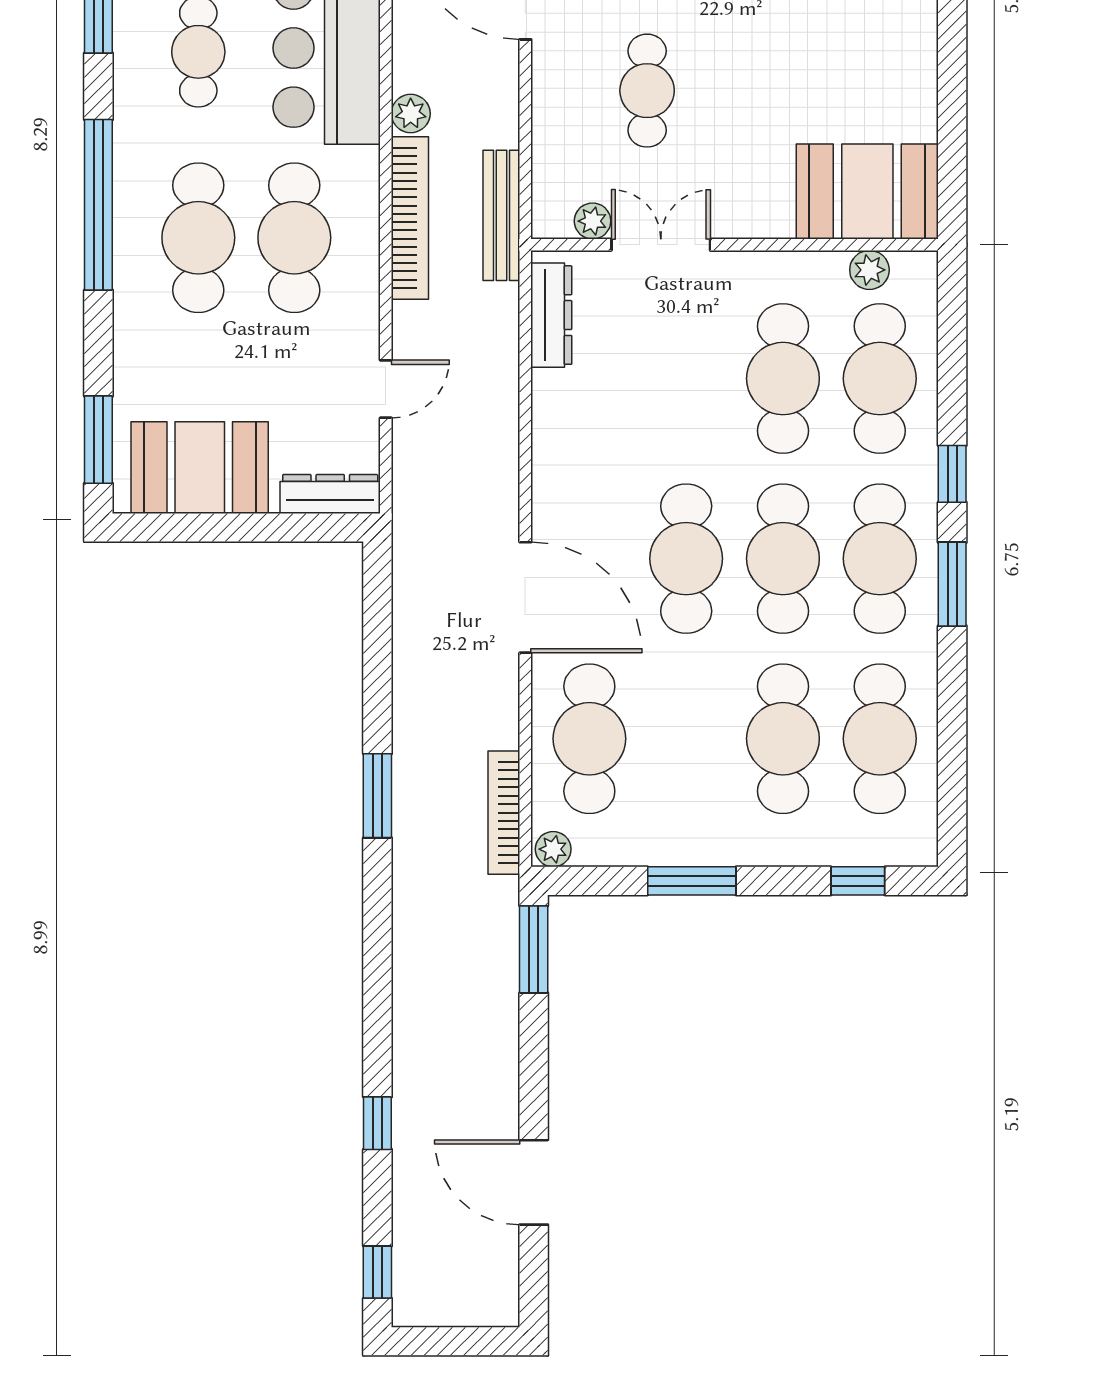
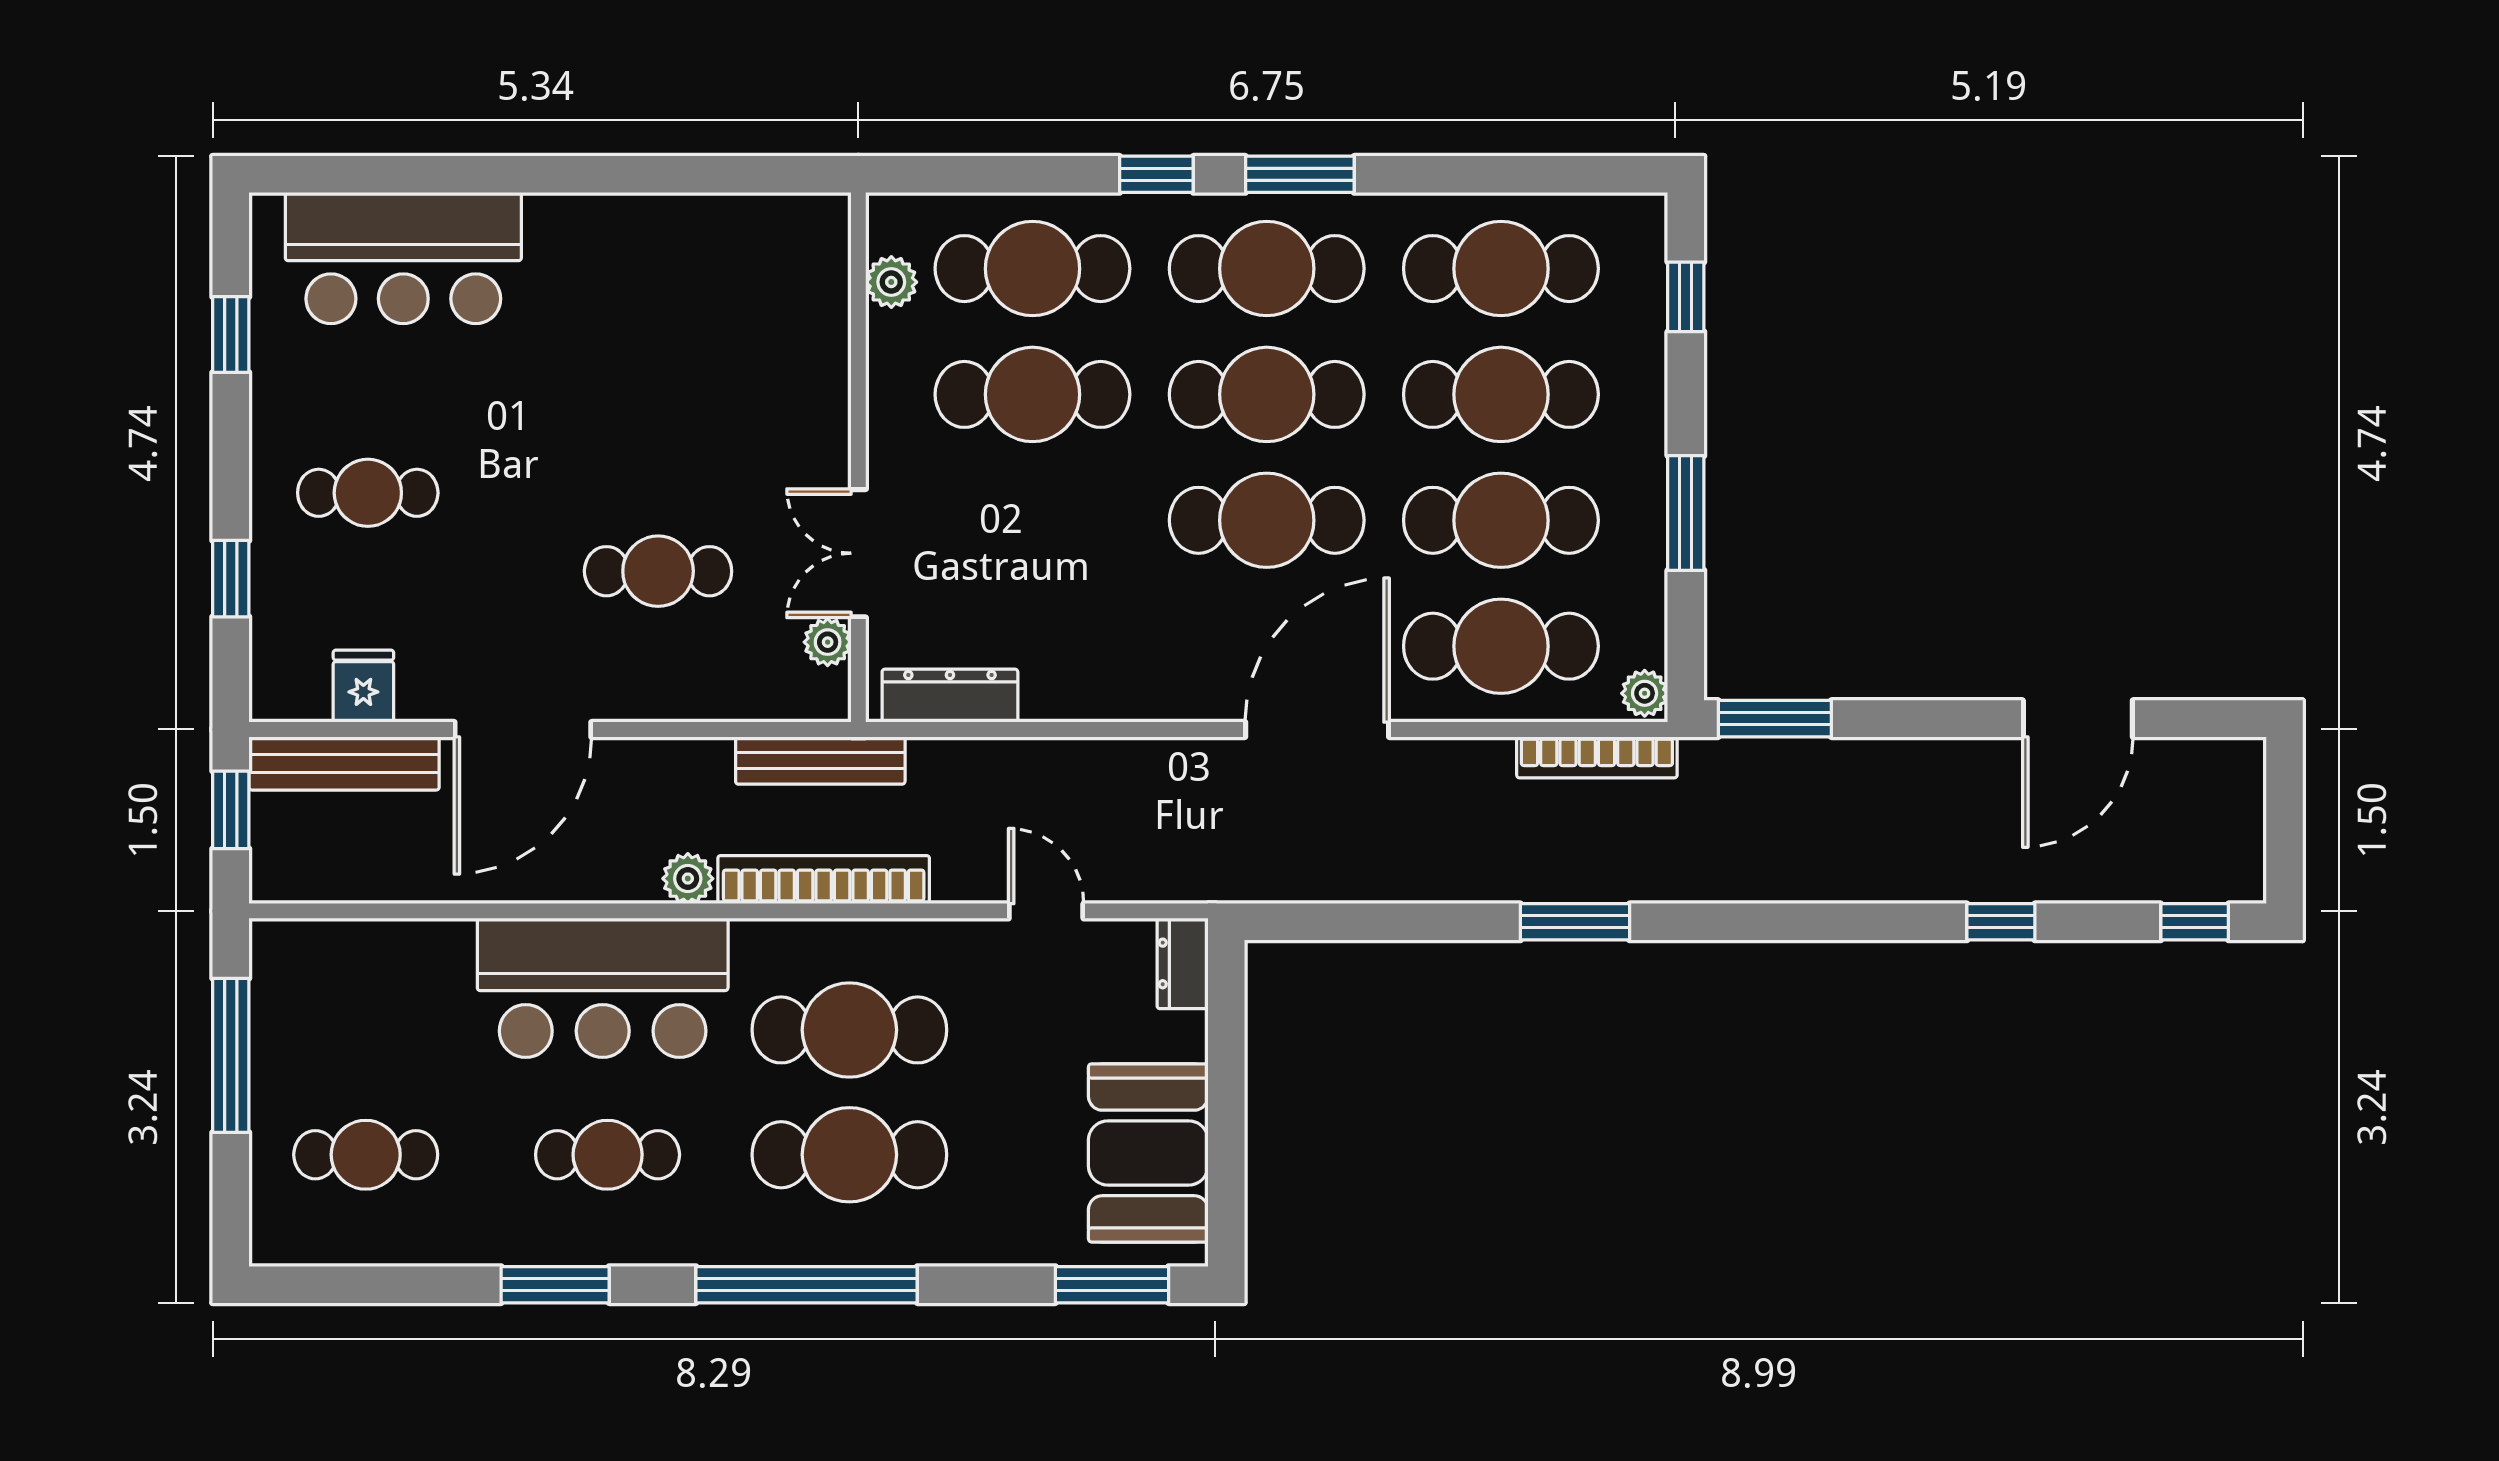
booth: (867, 192) -> (789, 285), removed
dresser: (330, 494) -> (1183, 963), width x0.70
cafe table: (686, 739) -> (1501, 520), added

